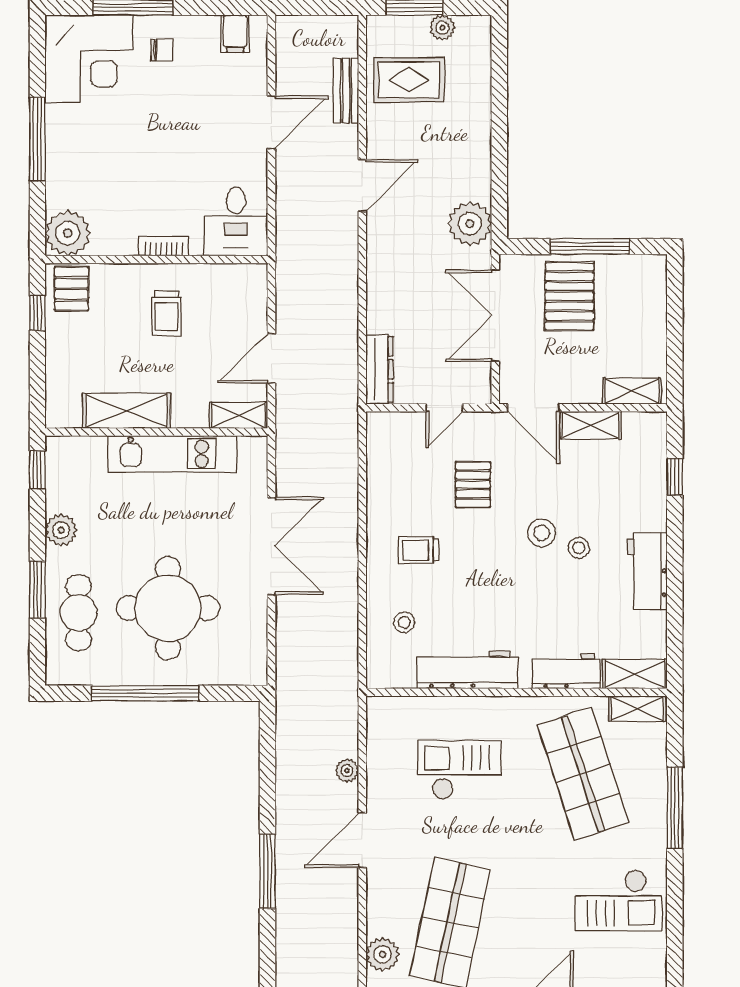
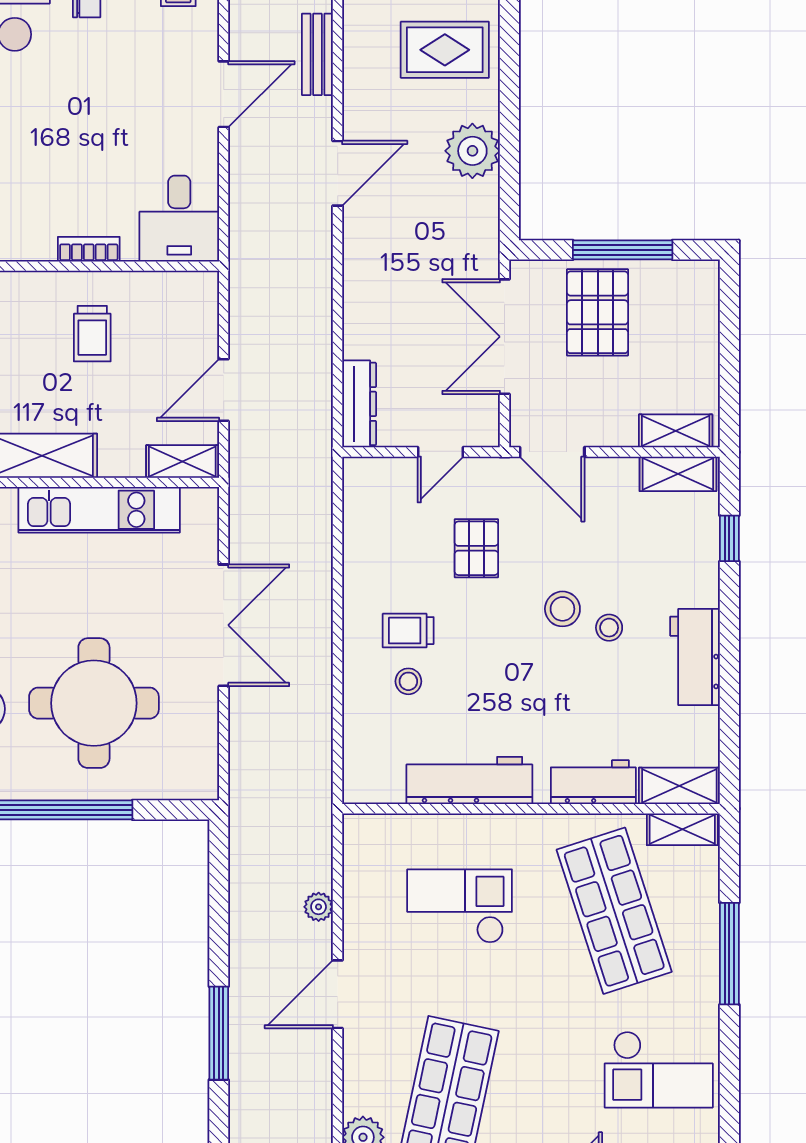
rug: (409, 80) -> (445, 50), moved
plant: (470, 224) -> (472, 151), moved
shelving: (590, 425) -> (678, 474), moved
stool: (404, 622) -> (408, 681), moved

